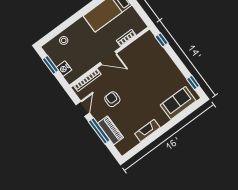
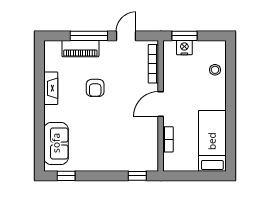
window: (50, 65) -> (184, 36), moved
armchair: (112, 99) -> (95, 88), moved, turned 90
door: (83, 109) -> (126, 36), swing flipped

